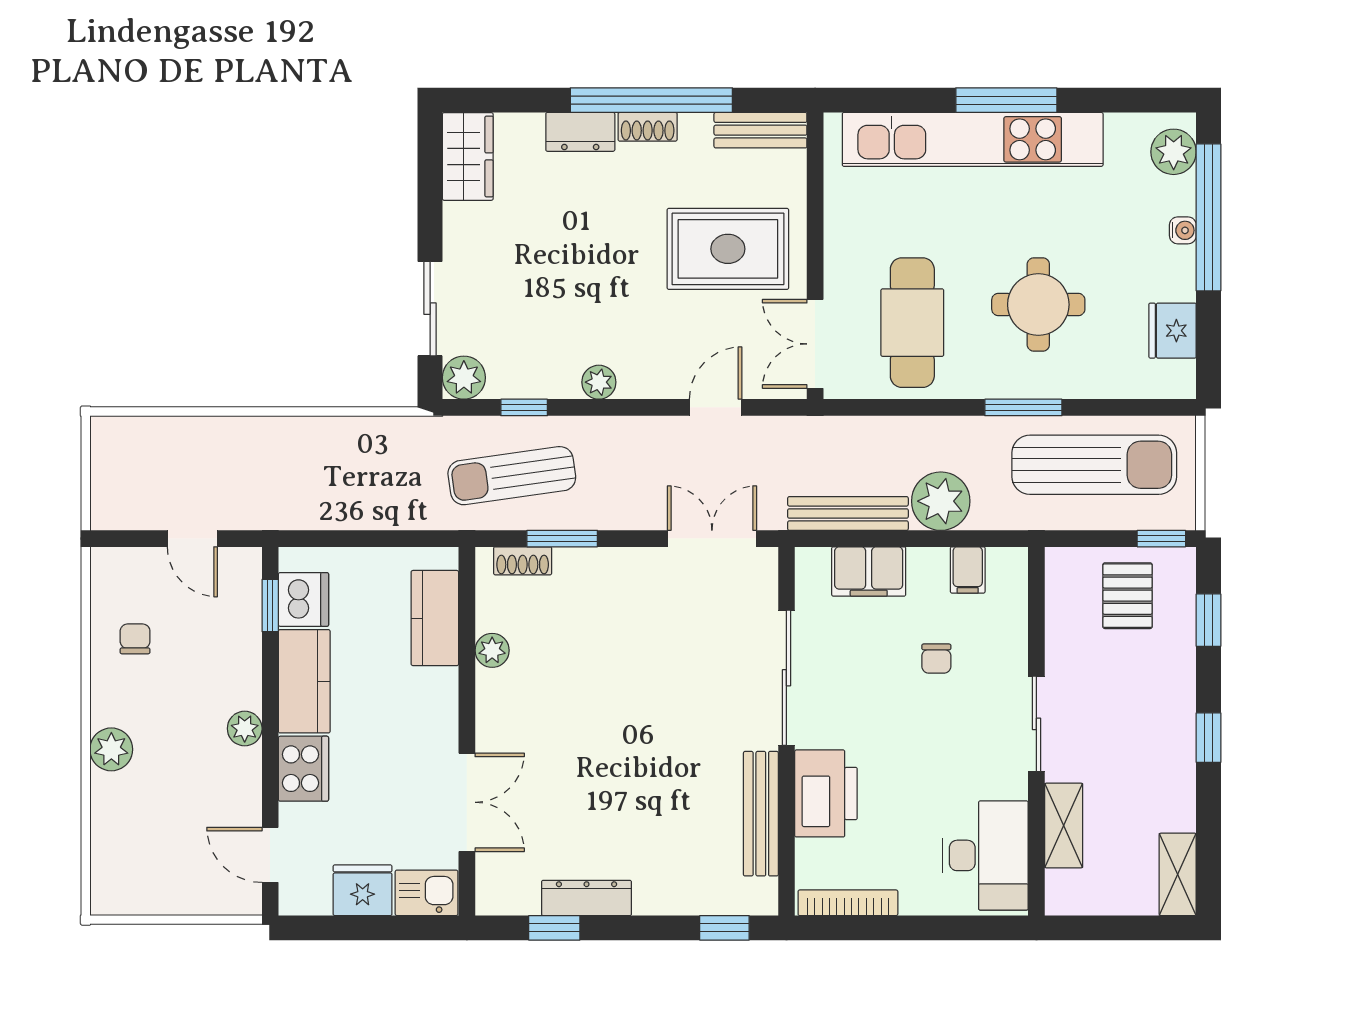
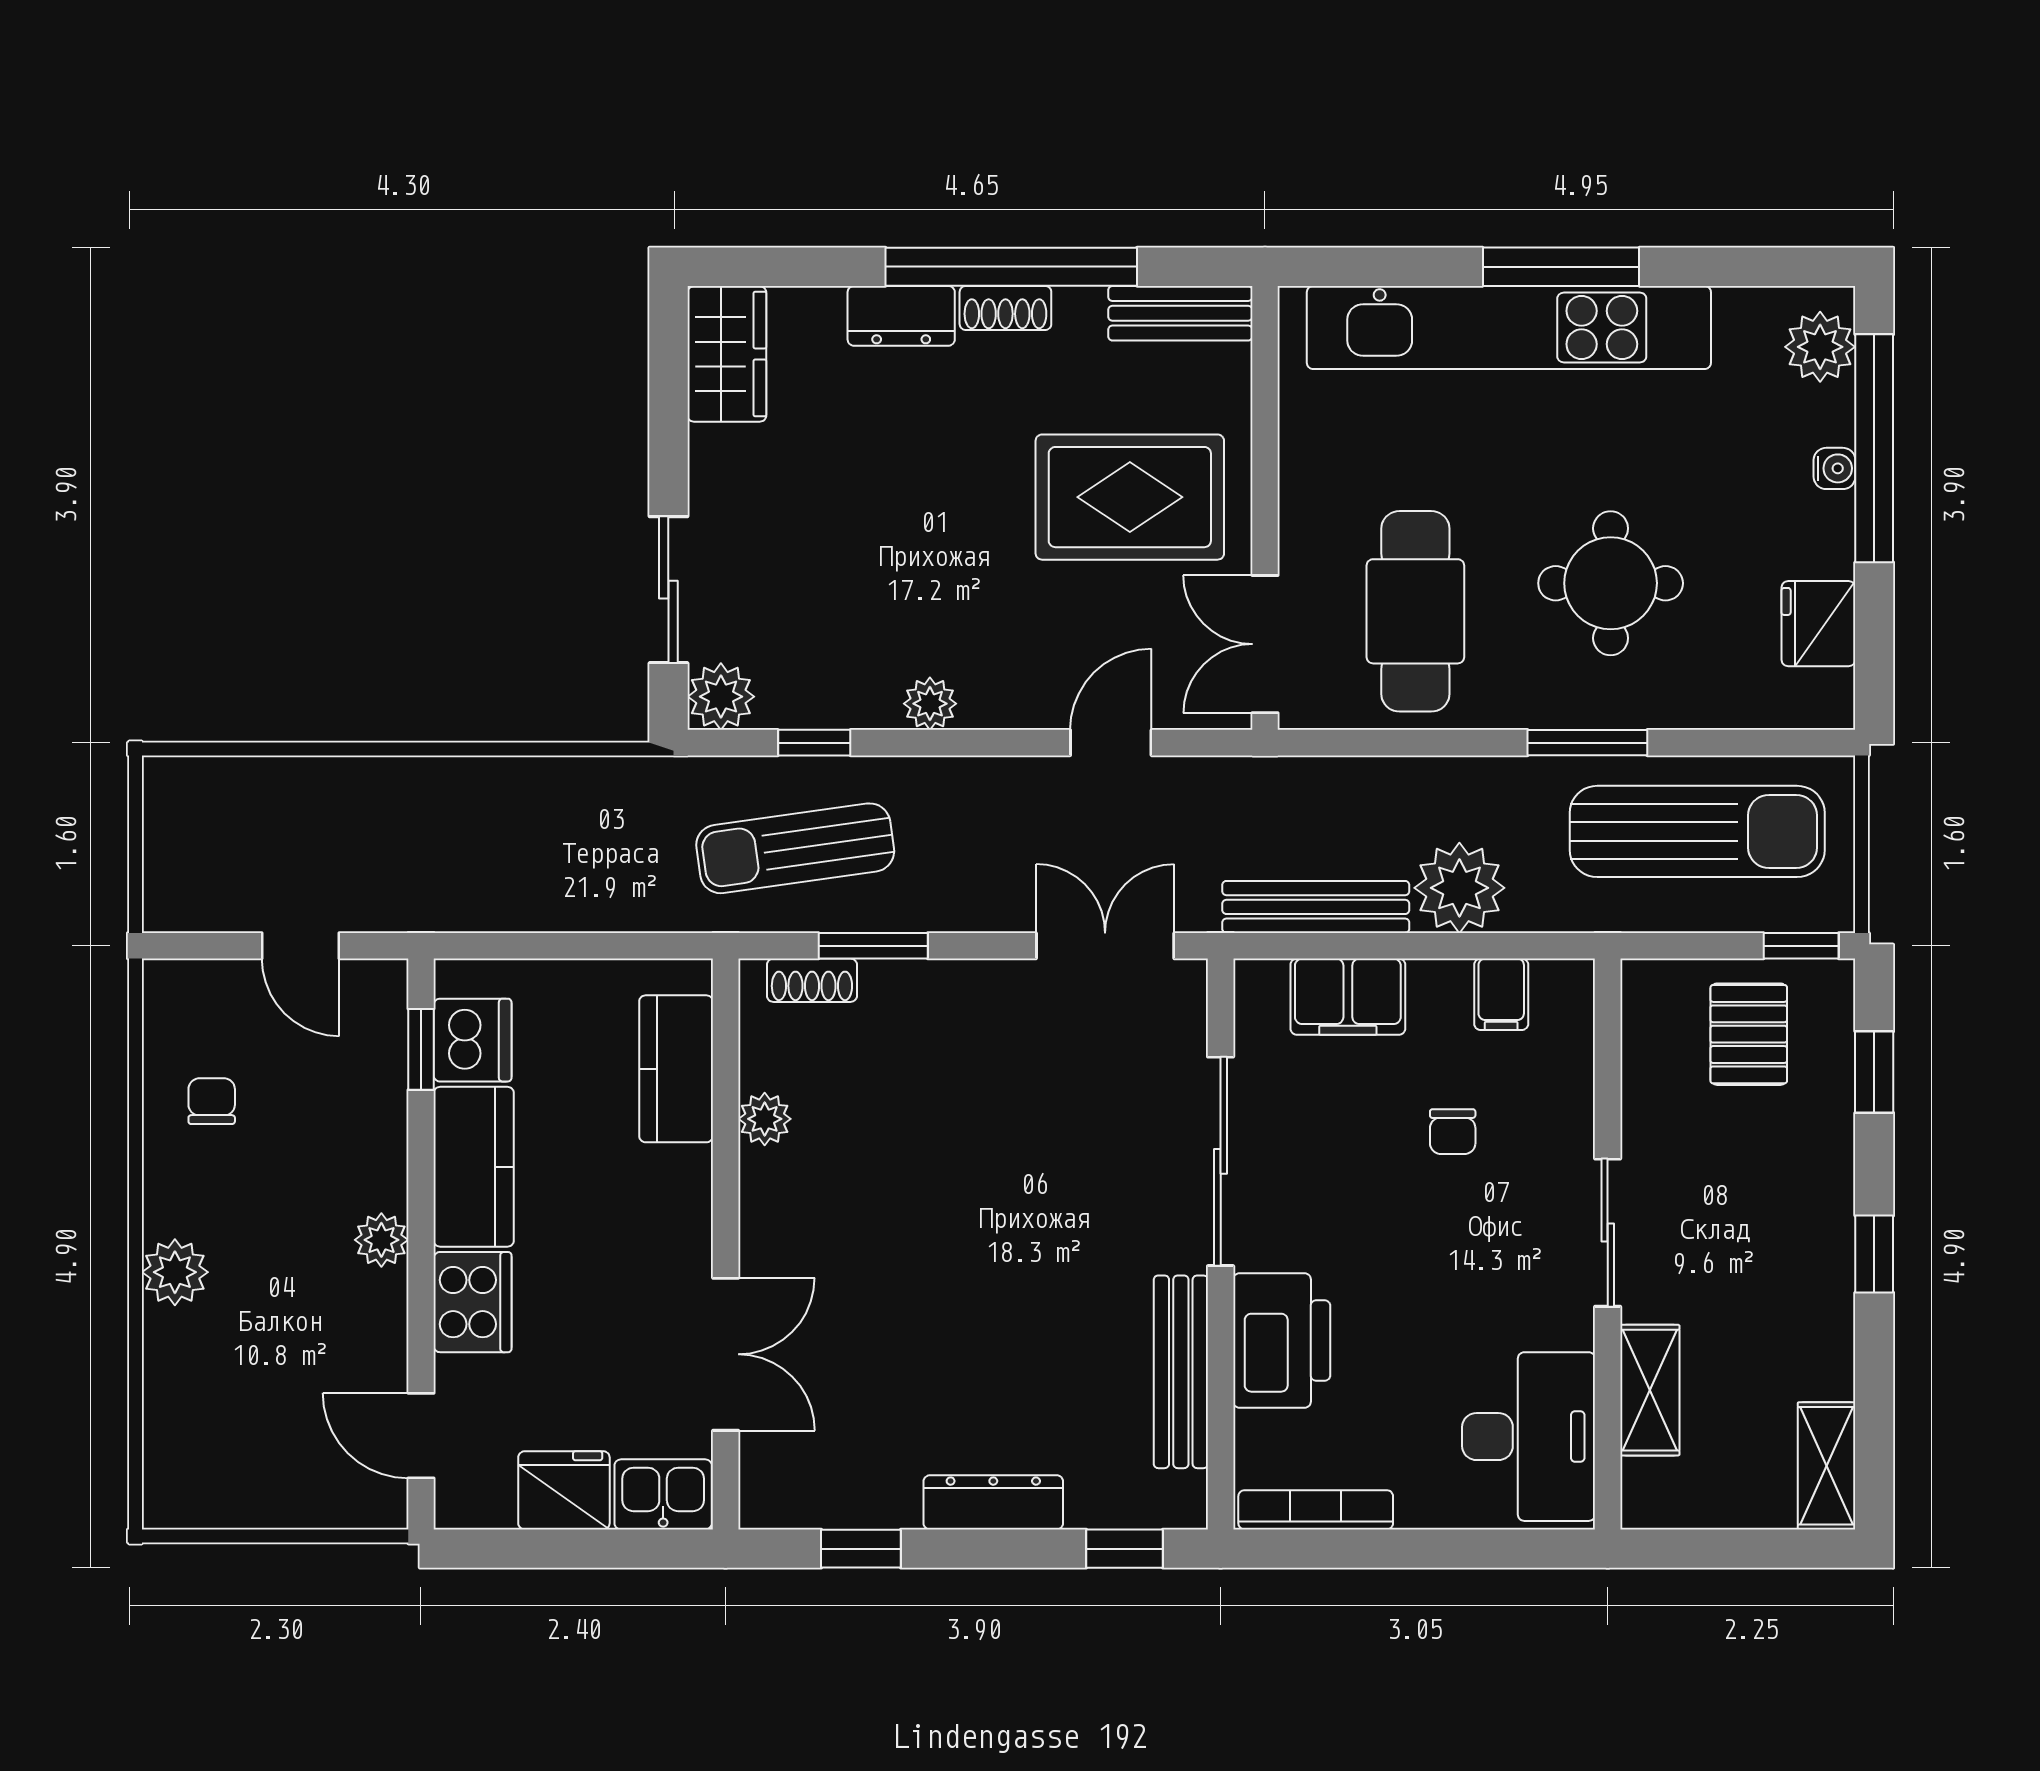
dresser: (587, 898) -> (993, 1502), moved

